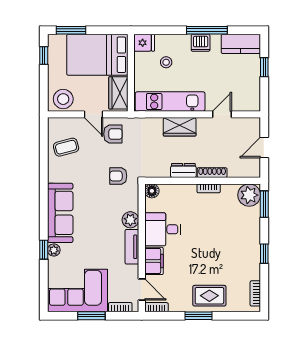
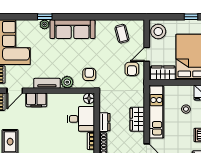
armchair: (118, 176) -> (89, 74), moved
desk: (163, 229) -> (81, 119), moved, turned 90

